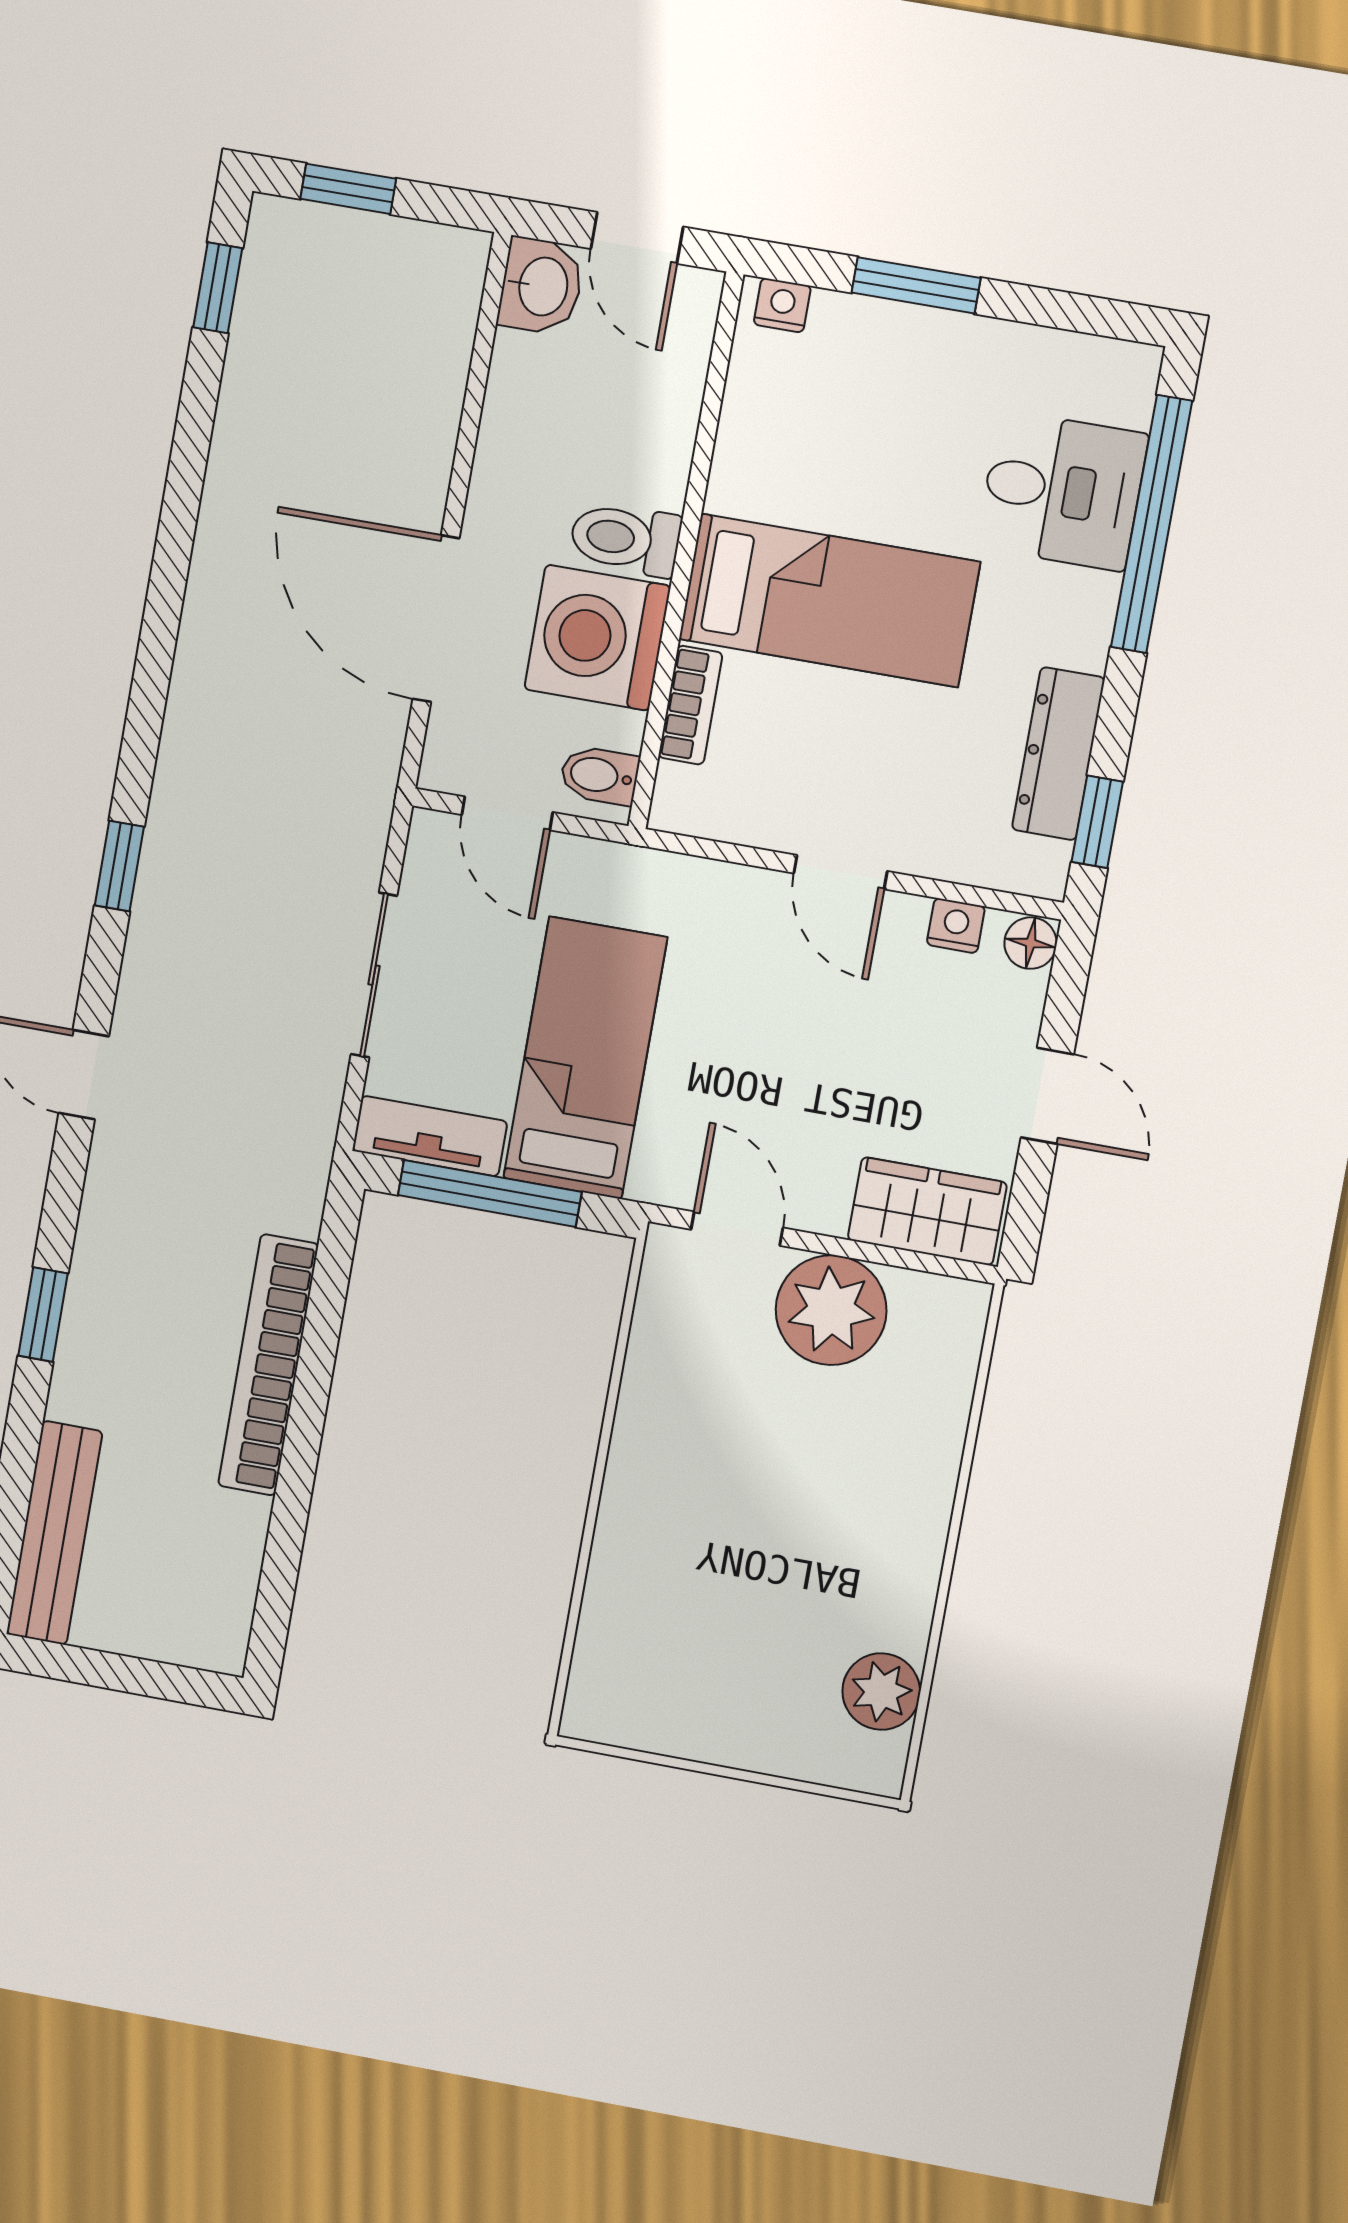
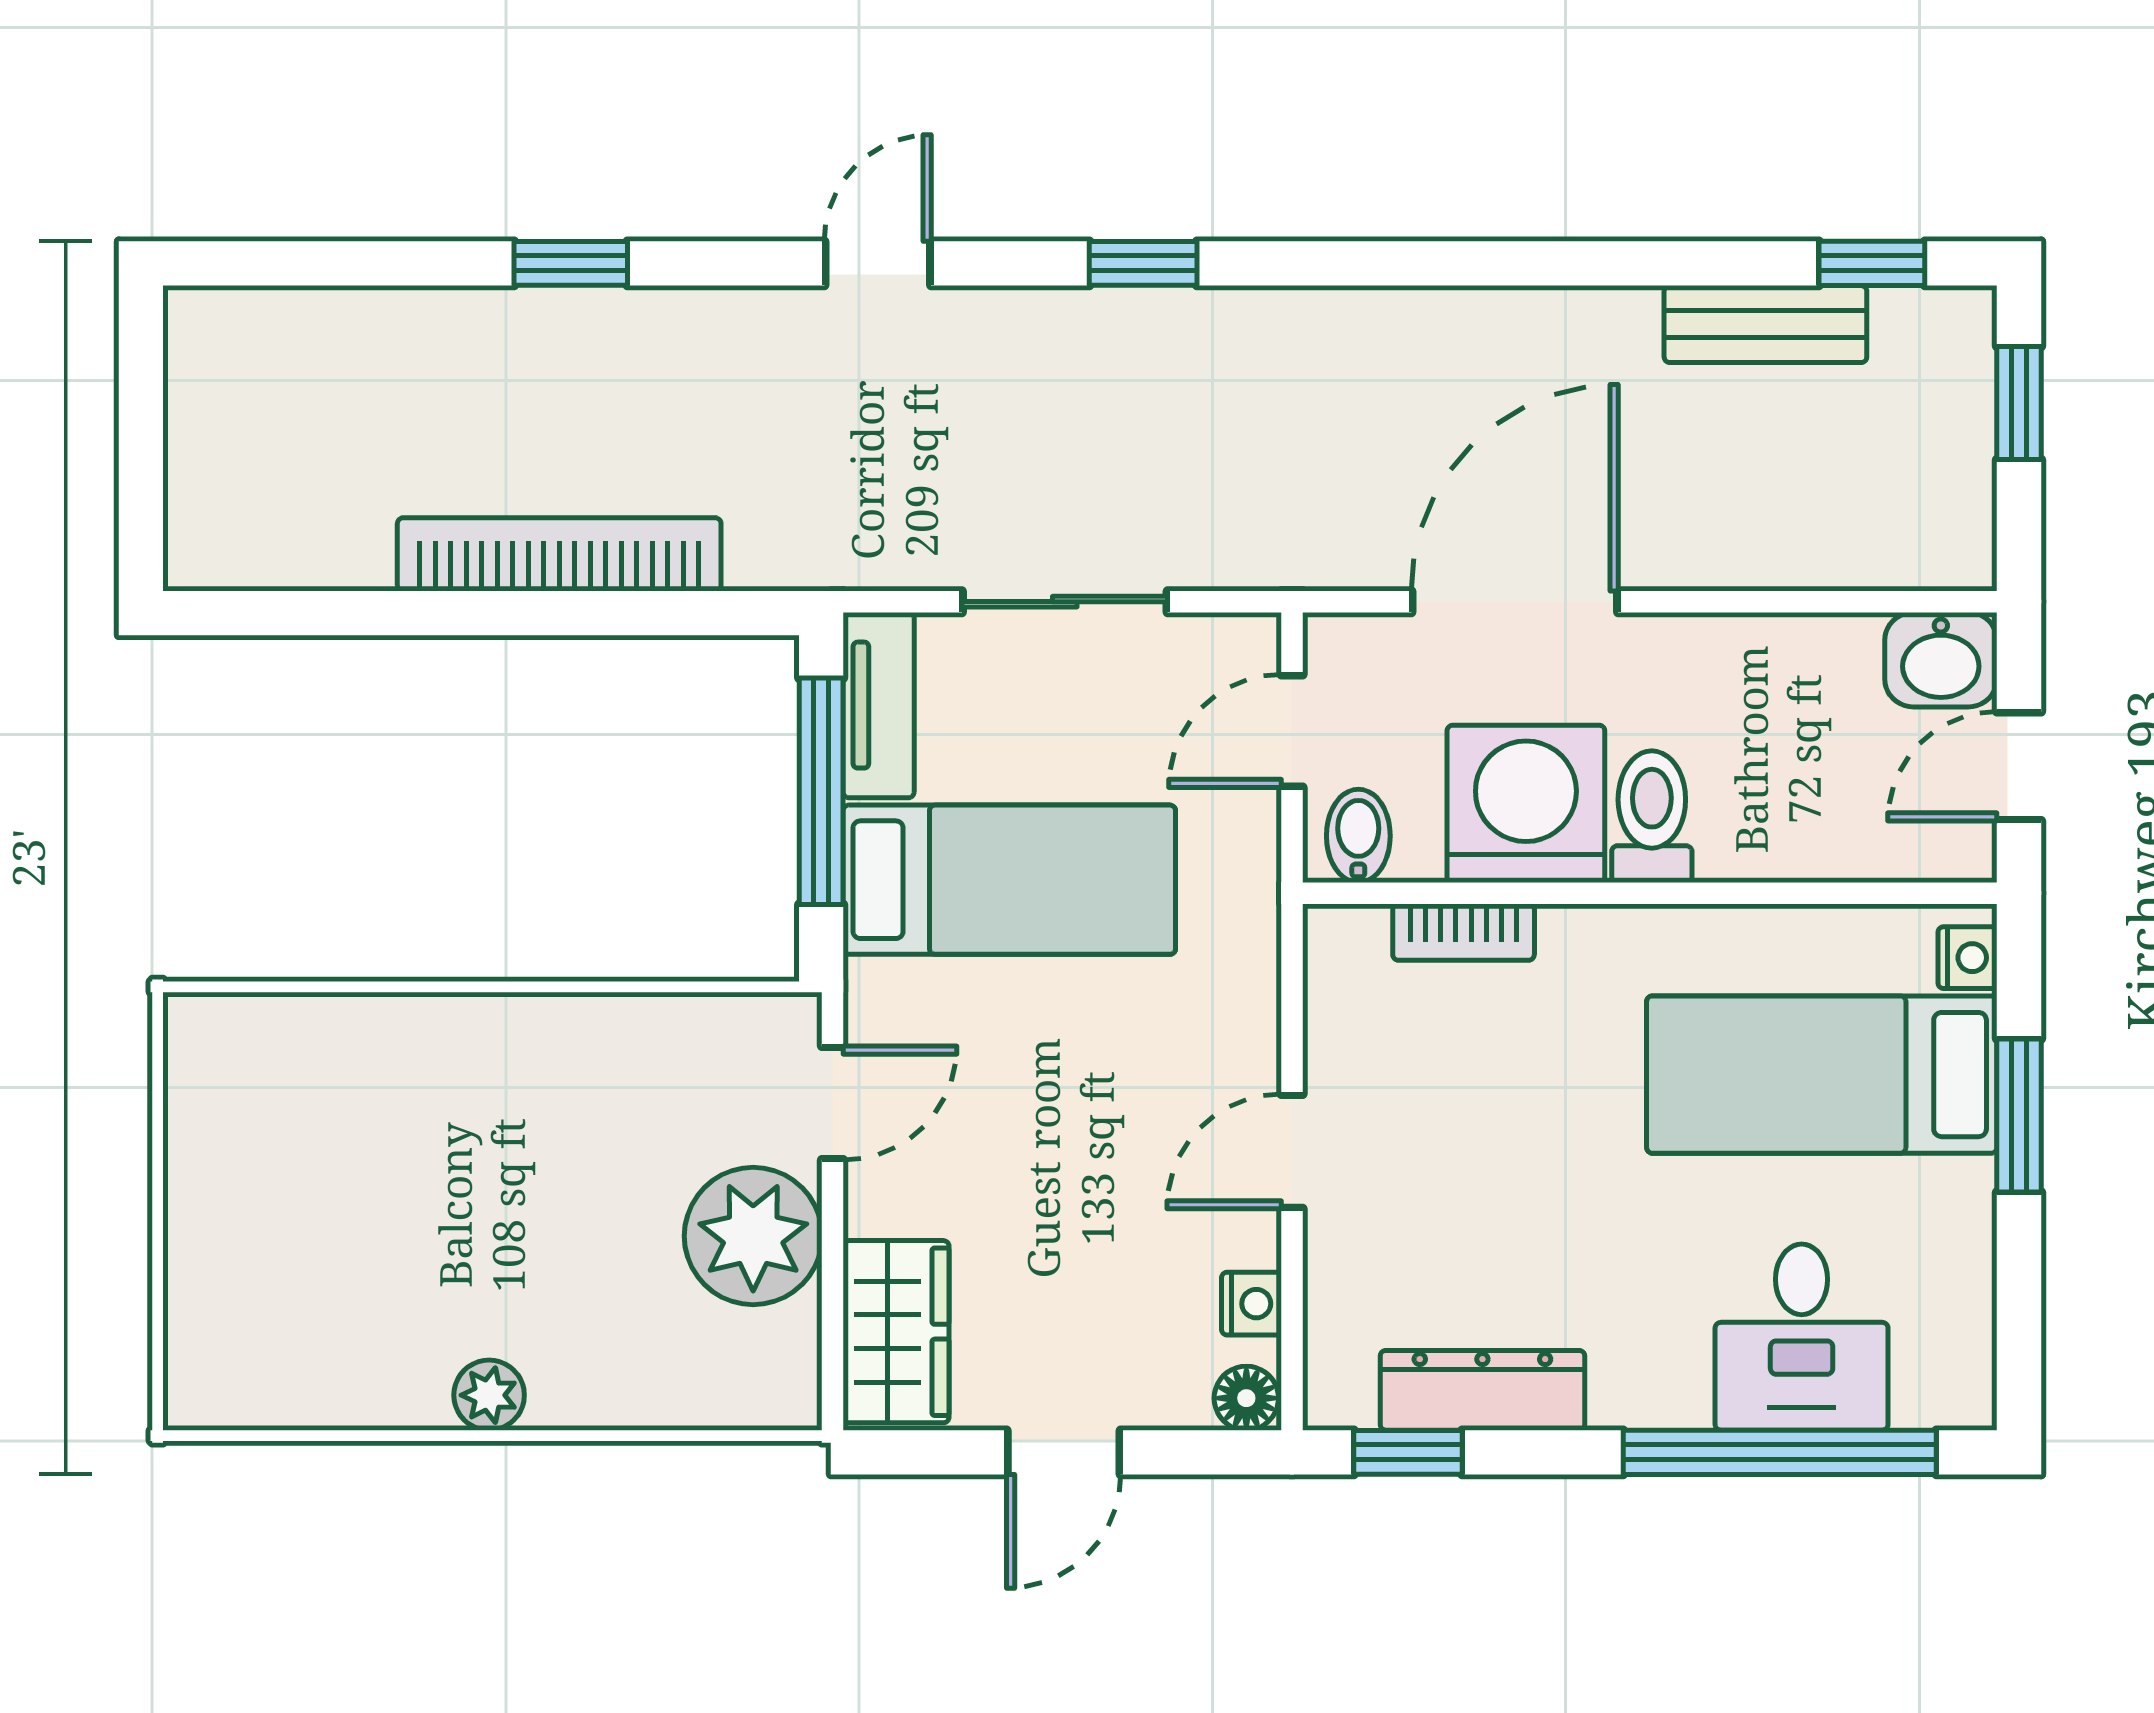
bed: (829, 600) -> (1822, 1075), moved, turned 90
bench: (54, 1533) -> (1765, 324), moved, width x0.73
plant: (881, 1691) -> (489, 1395), moved, width x0.73, depth x0.73

